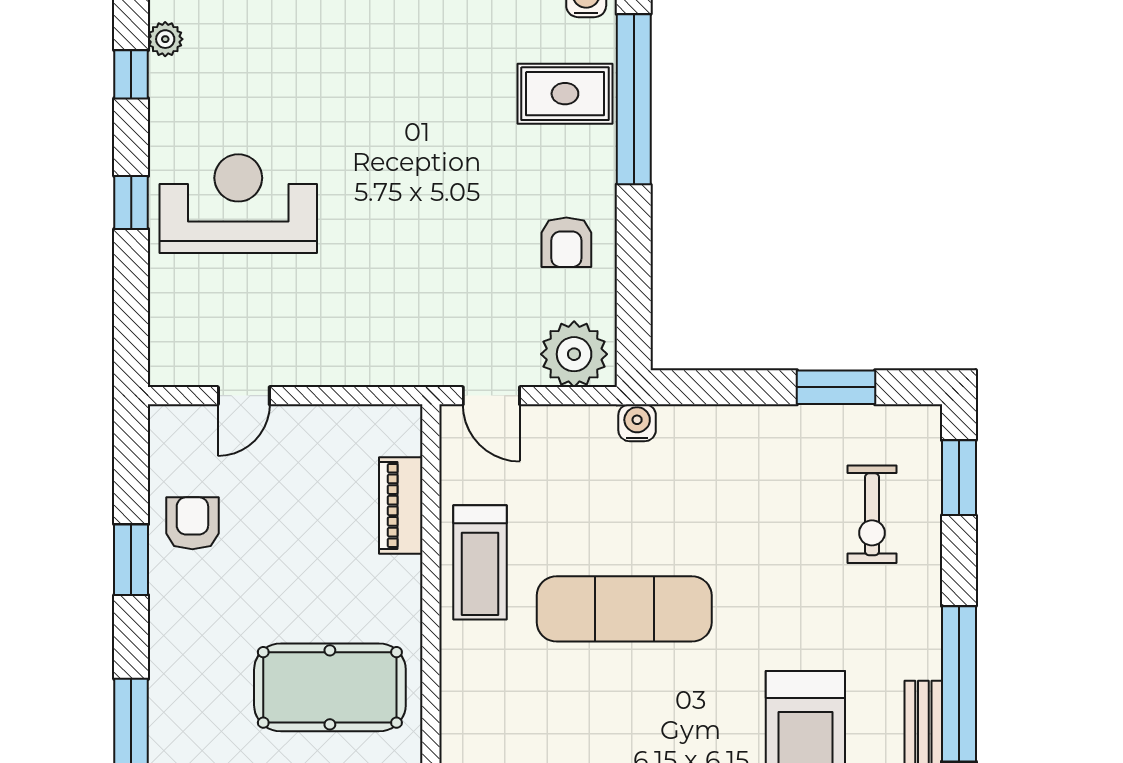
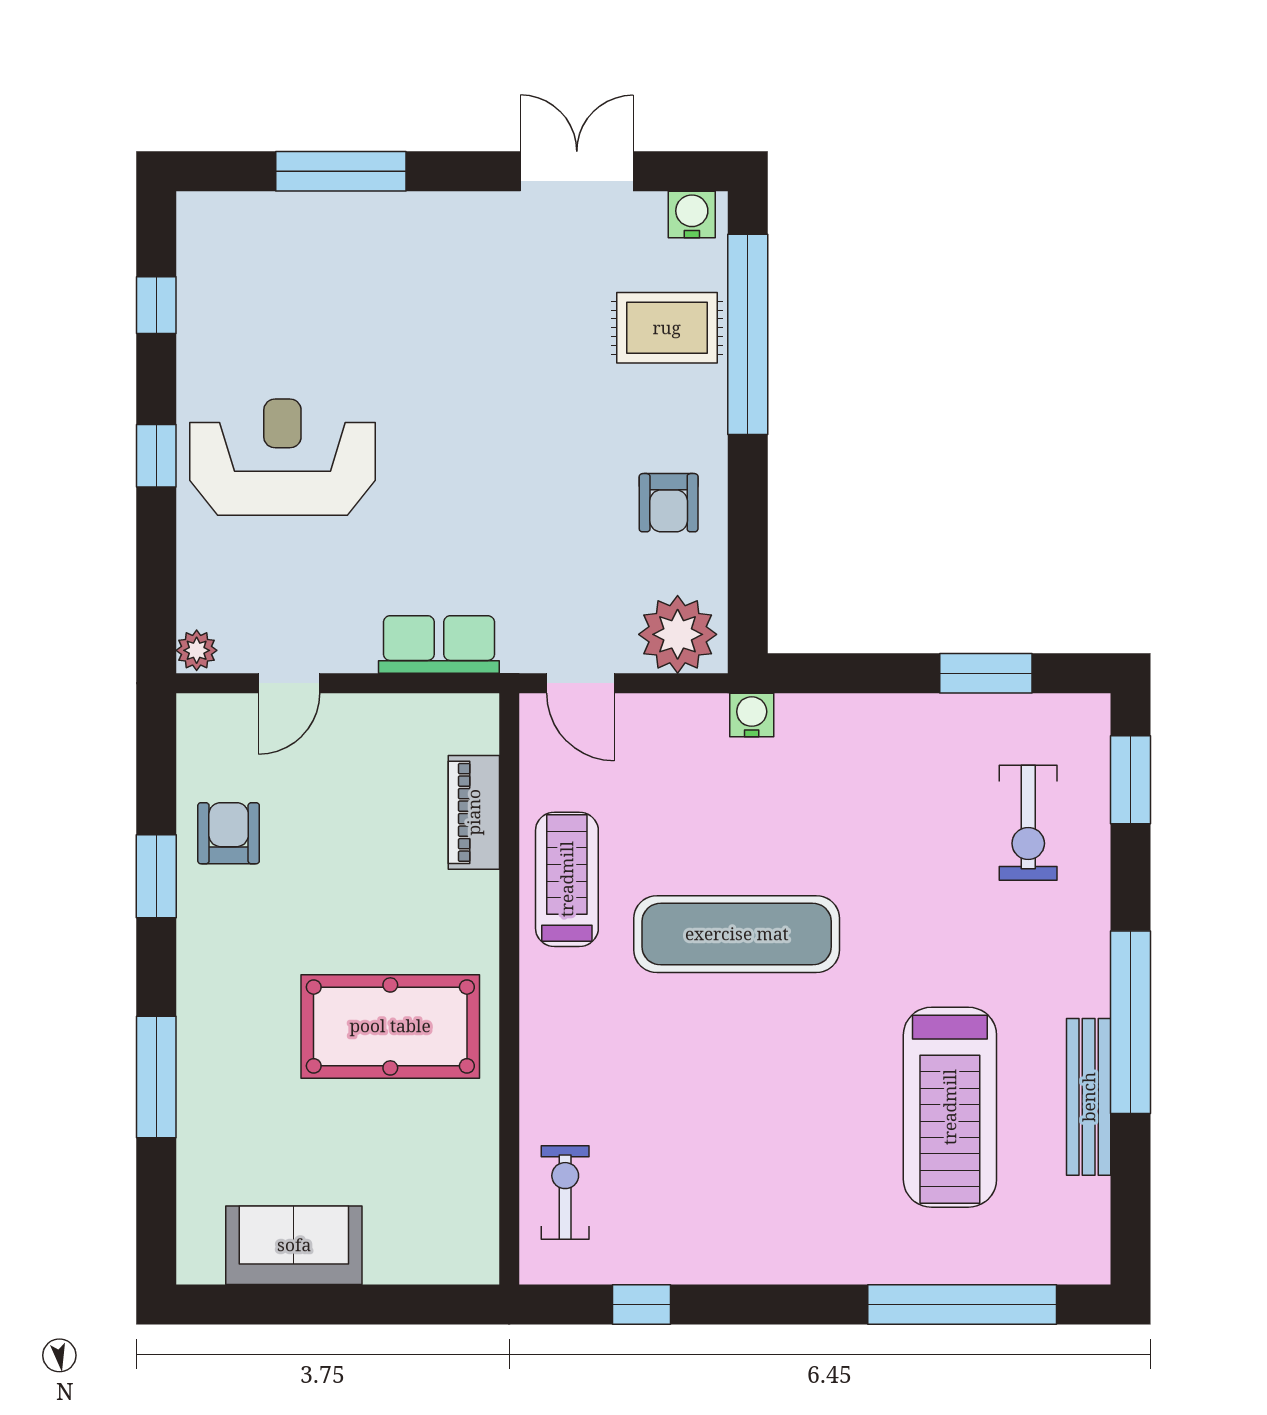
plant: (165, 39) -> (197, 650), moved
row of seats: (371, 363) -> (439, 644), added
treadmill: (480, 562) -> (567, 879), turned 180

